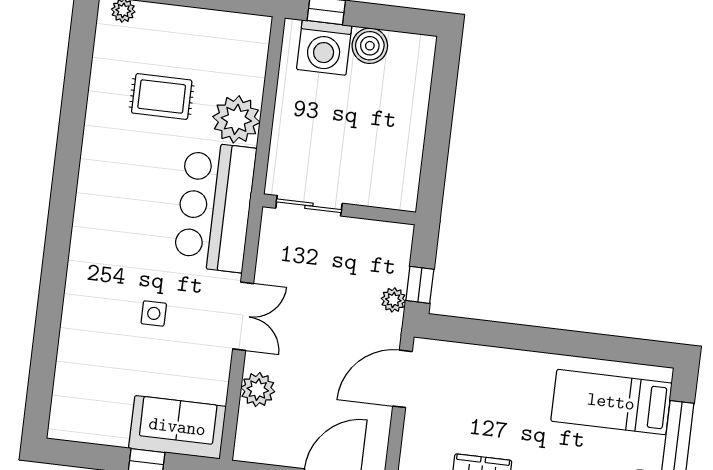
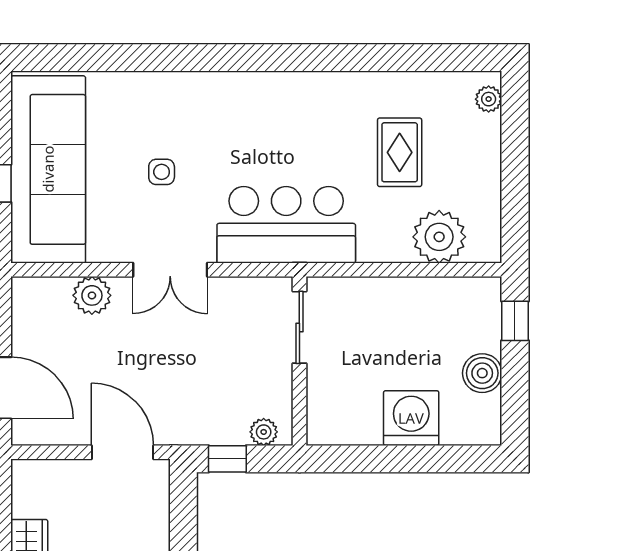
washing machine: (324, 48) -> (411, 418), moved, turned 90
plant: (236, 119) -> (439, 237), moved
plant: (393, 300) -> (264, 432), moved
sofa: (177, 427) -> (48, 169), width x1.85, depth x1.27

